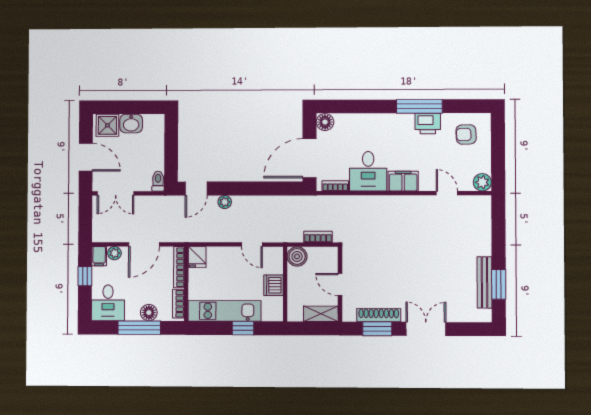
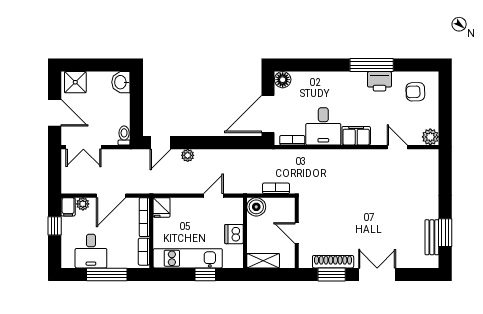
washbasin: (131, 124) -> (121, 82), moved, turned 90
door: (252, 245) -> (214, 196), swing flipped
bench: (484, 282) -> (432, 237), width x0.73
desk: (108, 303) -> (91, 251), moved
floor lamp: (149, 313) -> (116, 260), removed
shelving: (321, 314) -> (263, 261), moved

